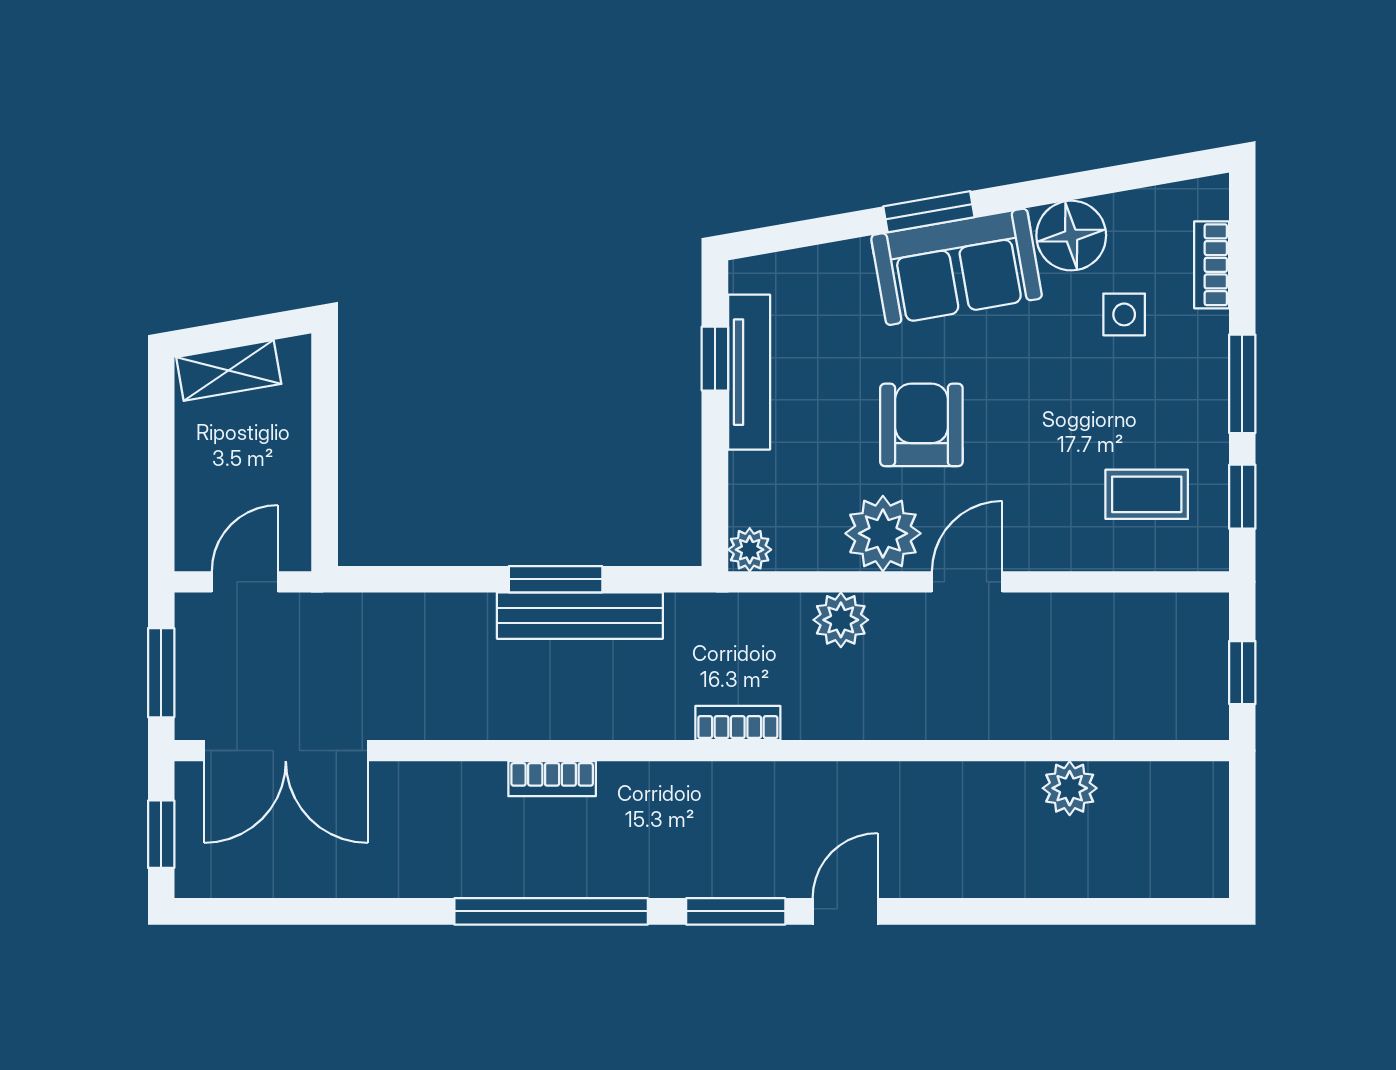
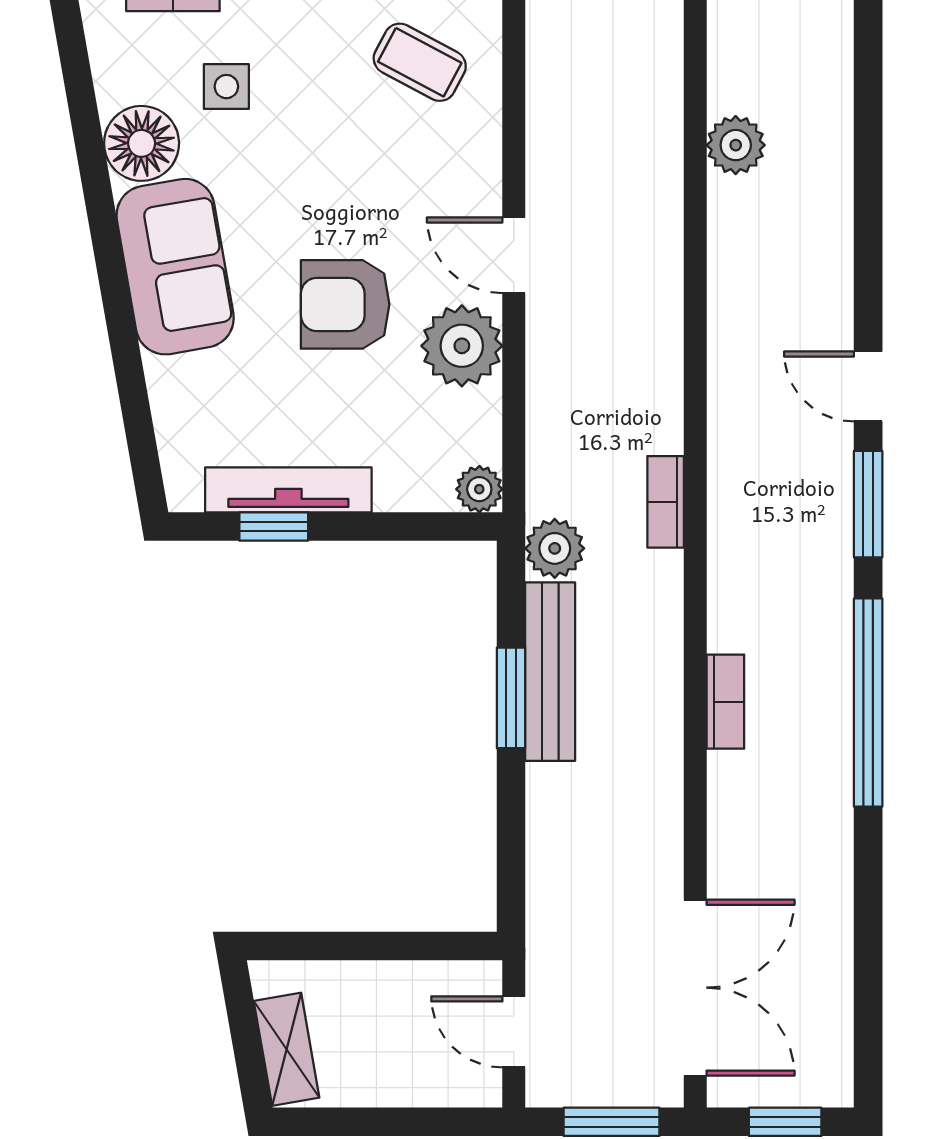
window: (929, 212) -> (116, 296), removed
coffee table: (1147, 494) -> (420, 62), turned -62
plant: (841, 620) -> (555, 548), moved

